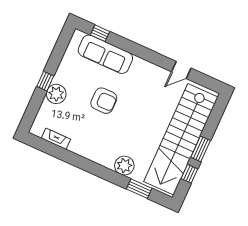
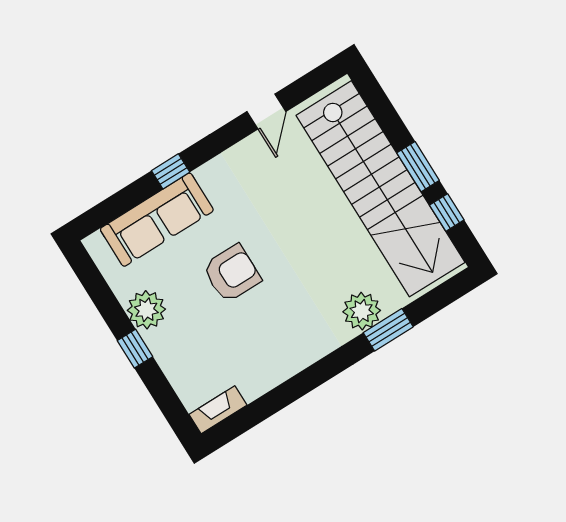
window: (100, 33) -> (171, 171), moved
plant: (56, 94) -> (146, 310), moved
fireplace: (56, 139) -> (218, 410), moved
window: (139, 189) -> (388, 330), moved

